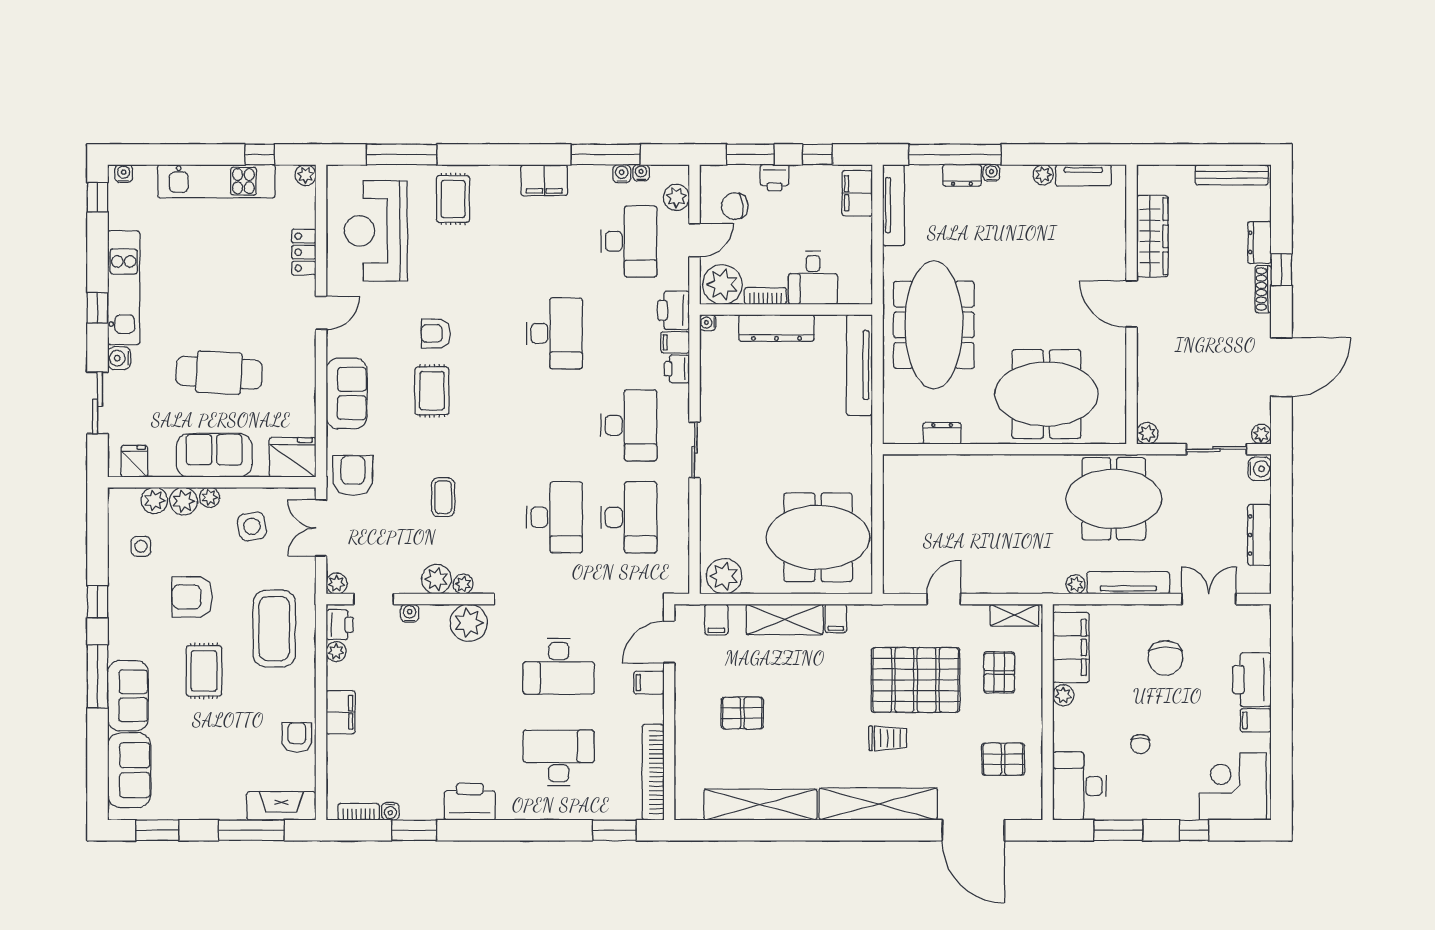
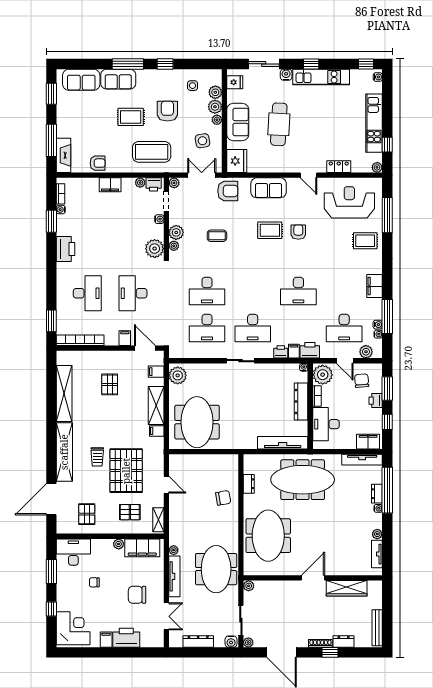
desk: (813, 278) -> (326, 424), width x1.37
chair: (970, 485) -> (223, 498), added

